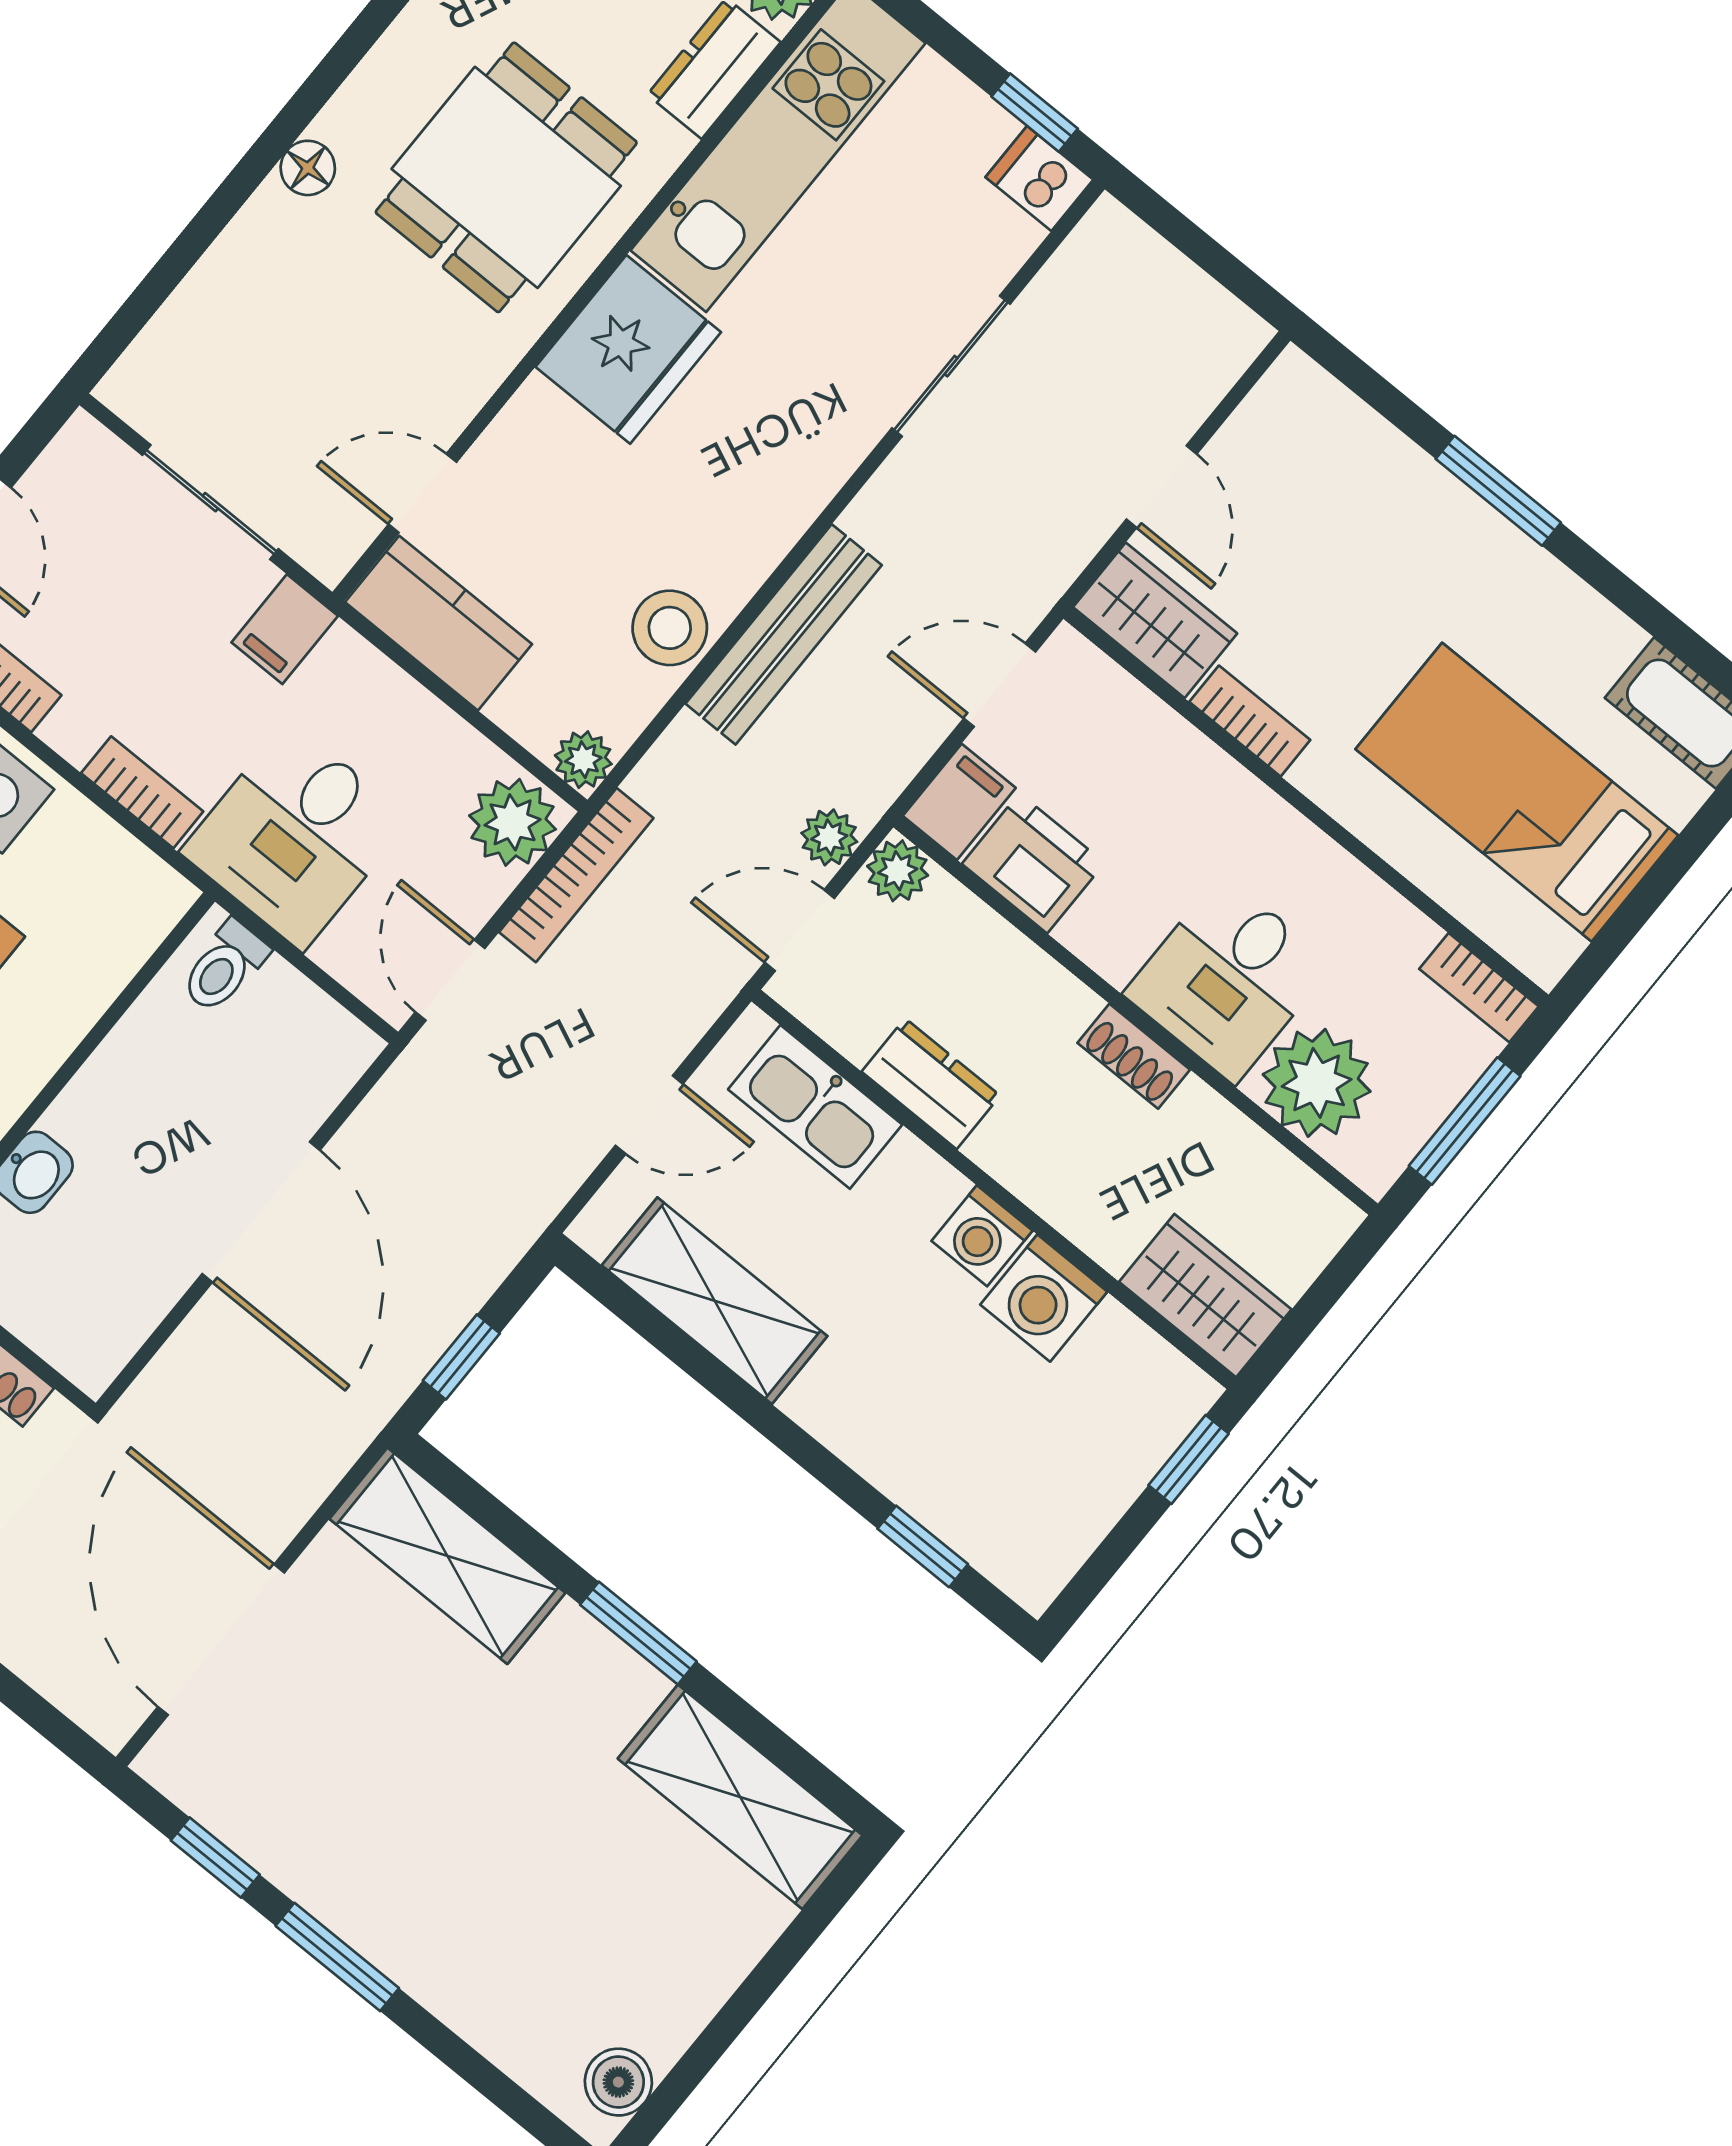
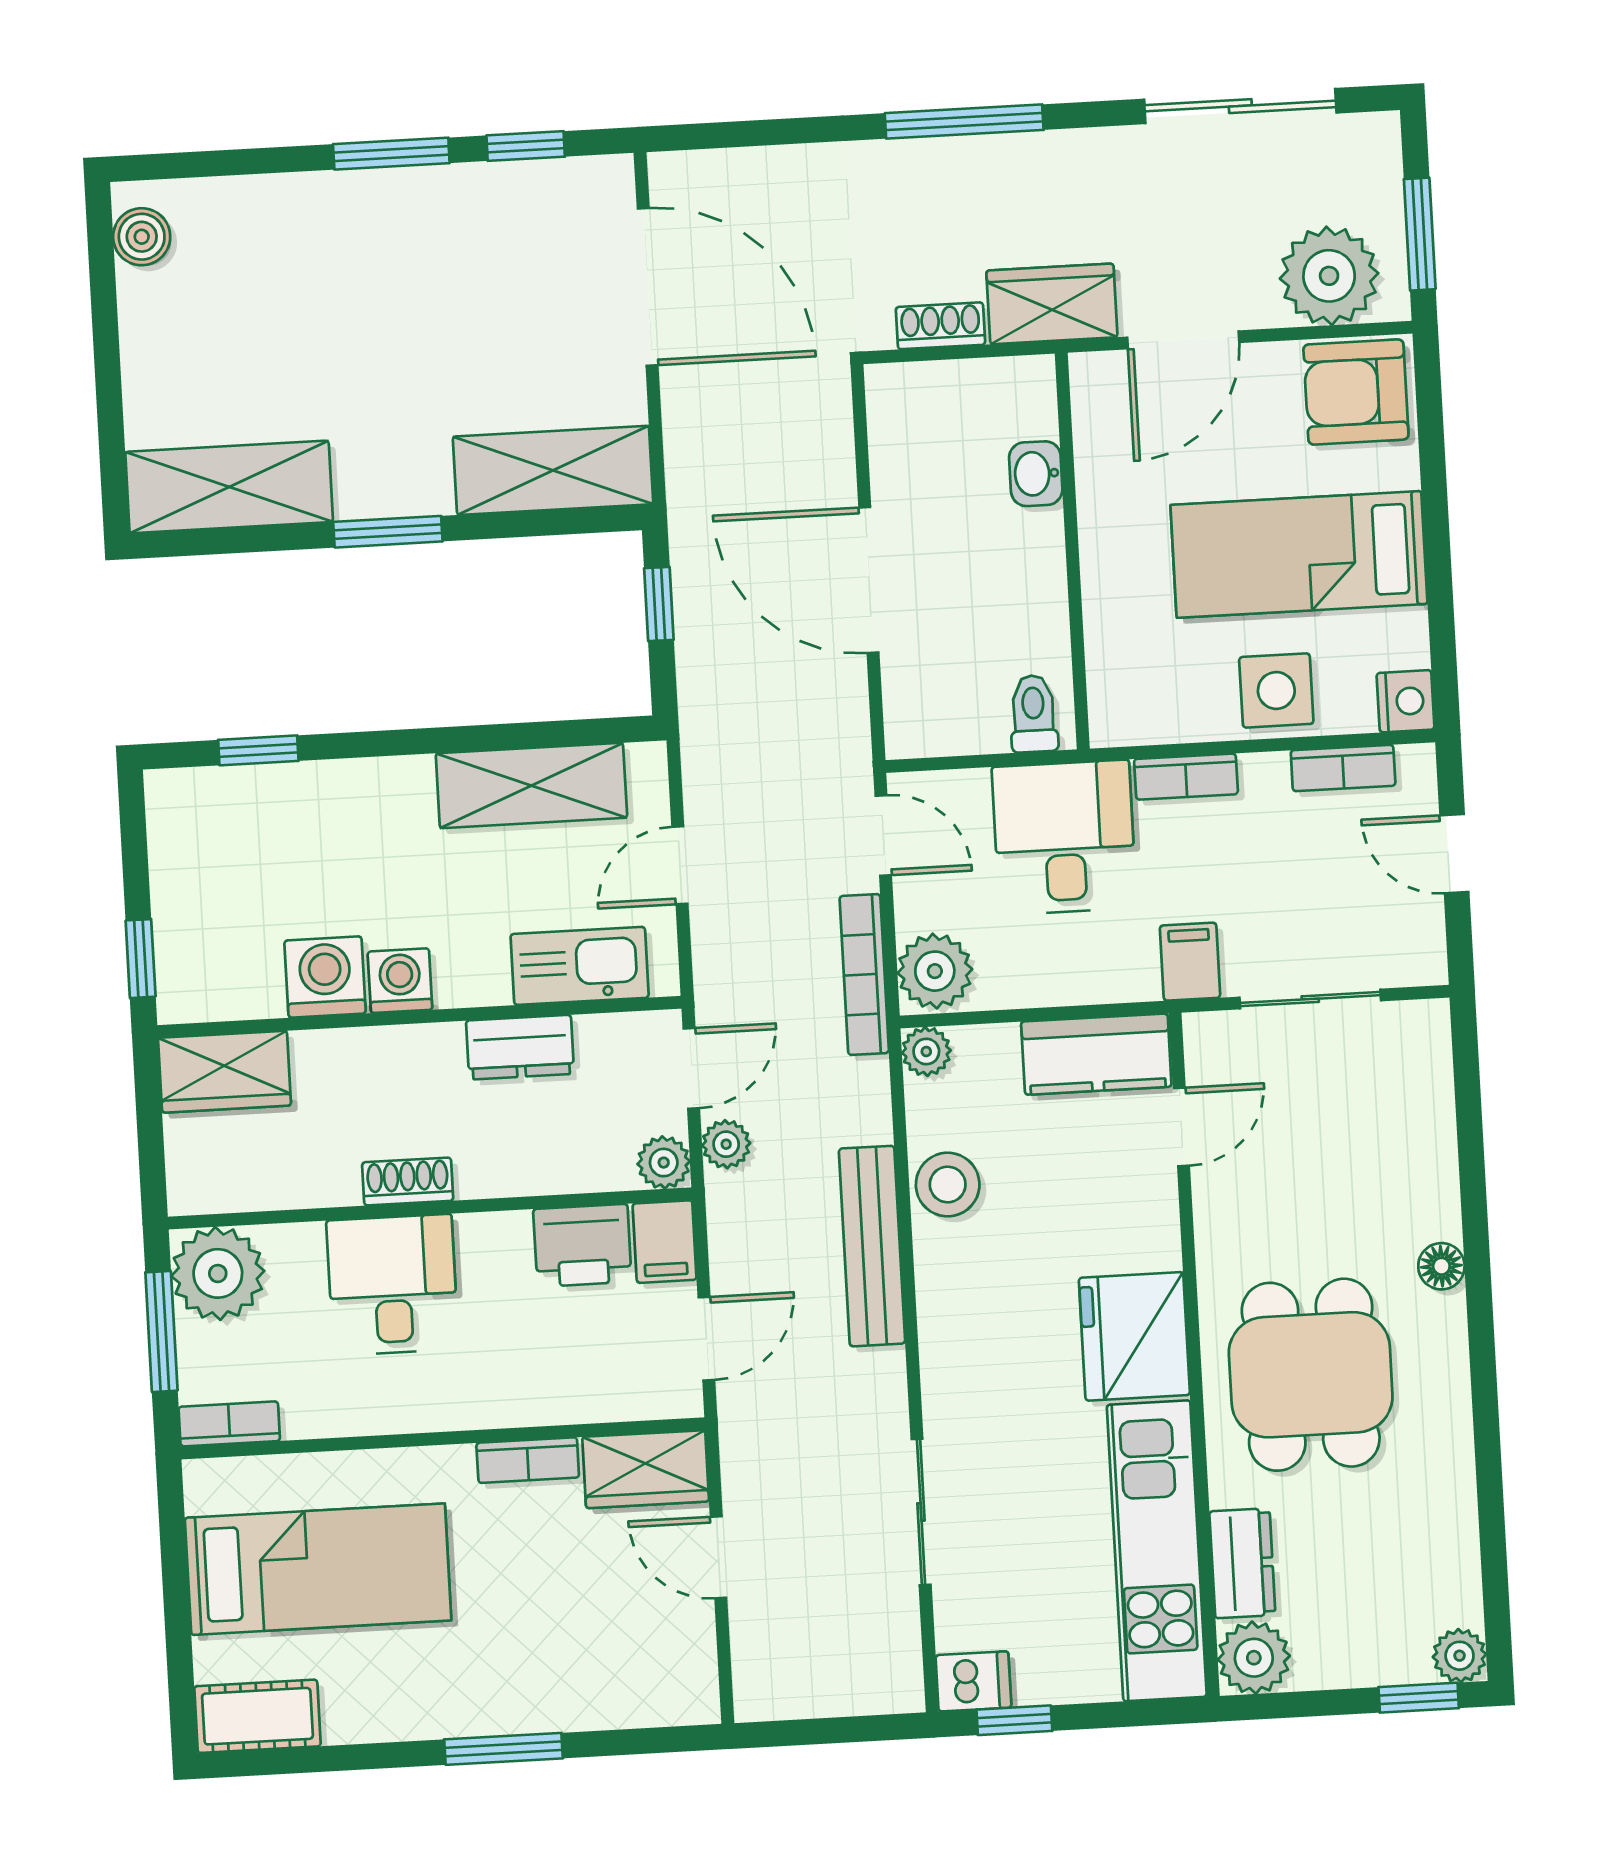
plant: (1317, 1083) -> (218, 1273), moved

